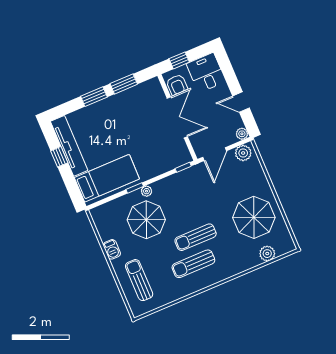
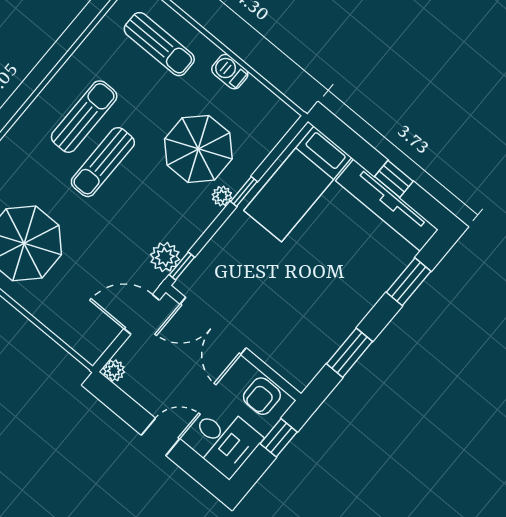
armchair: (177, 85) -> (262, 396), turned -90
window: (94, 97) -> (409, 282), moved
door: (241, 102) -> (161, 437), moved
double door: (177, 117) -> (213, 326), moved
plant: (243, 153) -> (165, 257), moved
door: (215, 154) -> (142, 314), hinge flipped
sun lounger: (196, 237) -> (103, 162), turned 180

